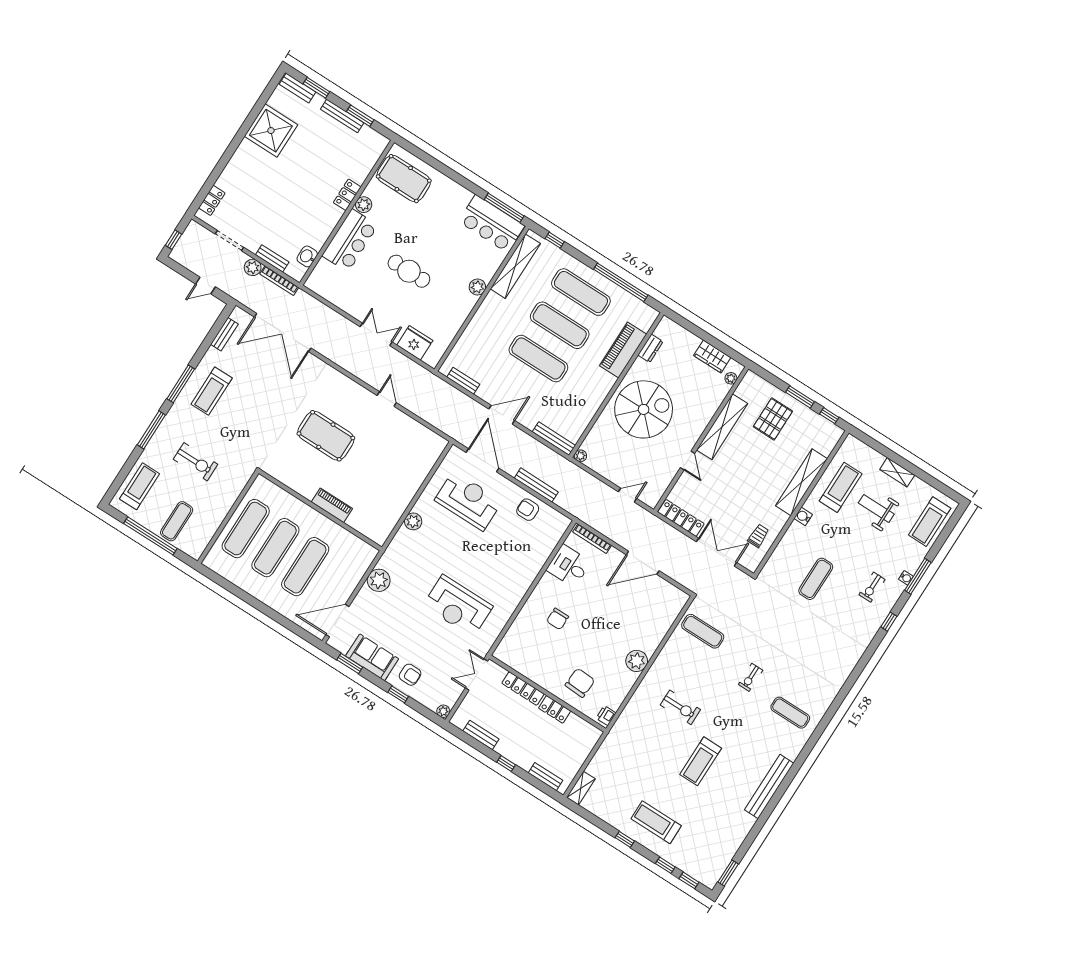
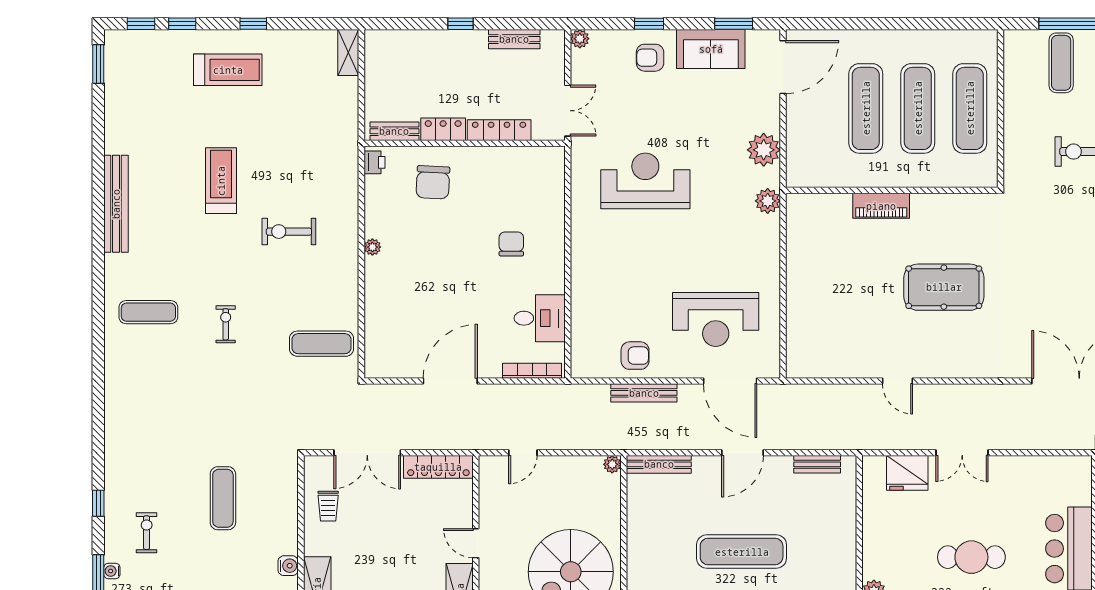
plant: (413, 521) -> (768, 201), moved
plant: (637, 661) -> (372, 247), width x0.53, depth x0.53
bench: (546, 777) -> (394, 131), moved

